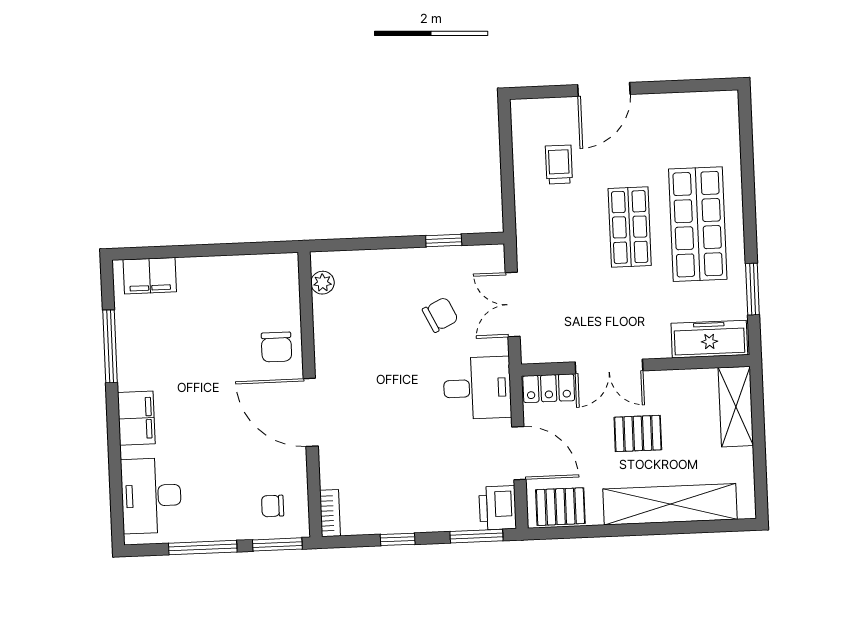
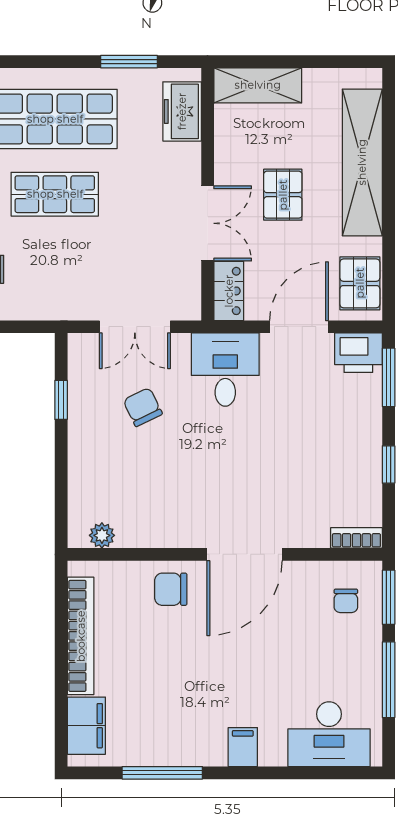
bookcase: (231, 267) -> (81, 636), added
freezer: (709, 339) -> (182, 111), width x0.71
chair: (276, 347) -> (171, 589), turned 180
filing cabinet: (136, 418) -> (243, 747), width x0.50

